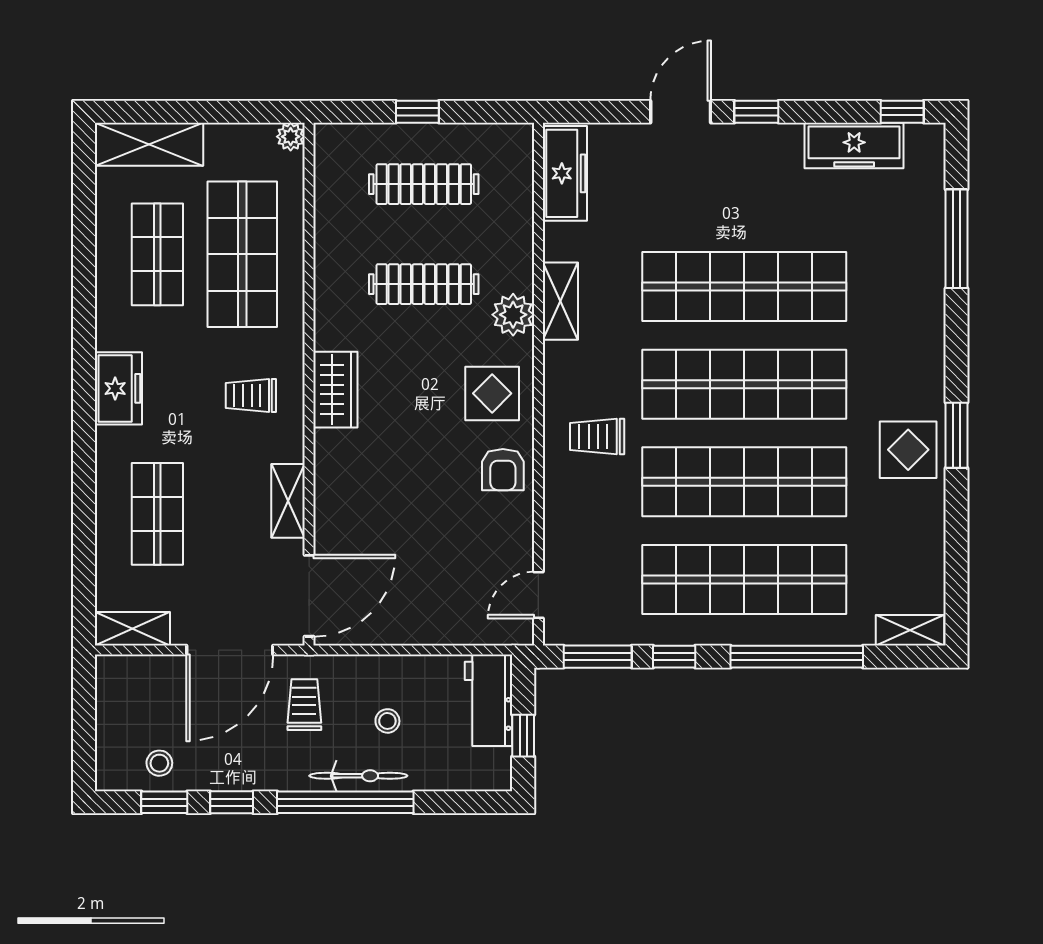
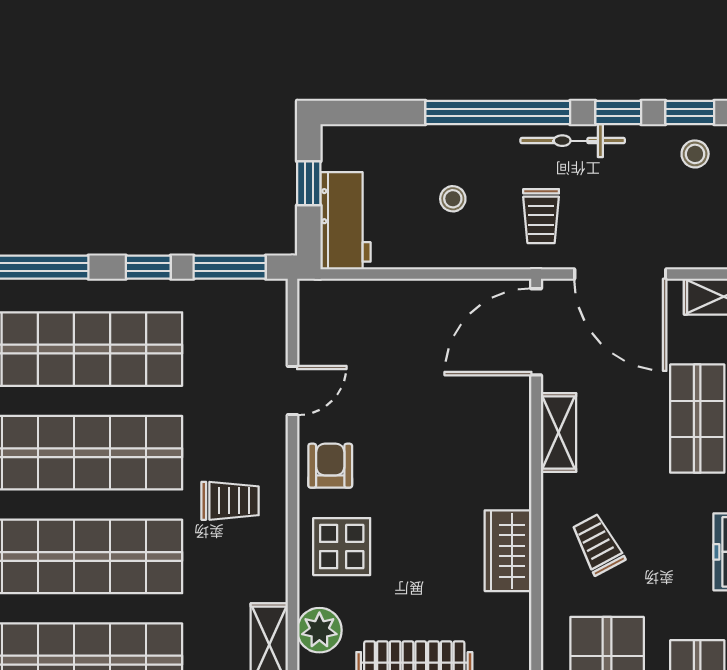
trolley: (251, 396) -> (598, 544), turned -118
door: (538, 595) -> (292, 390), moved
door: (230, 650) -> (620, 274), swing flipped
bicycle: (358, 776) -> (573, 141), moved

